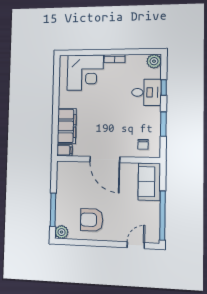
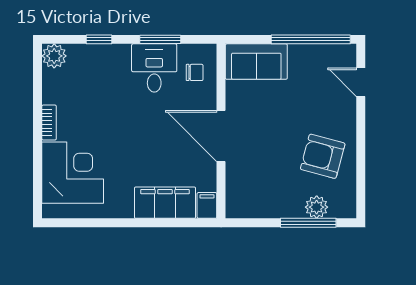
desk: (146, 92) -> (154, 68), moved
door: (105, 159) -> (221, 136), swing flipped
armchair: (92, 220) -> (323, 156), turned 105
plant: (62, 232) -> (317, 207), moved

